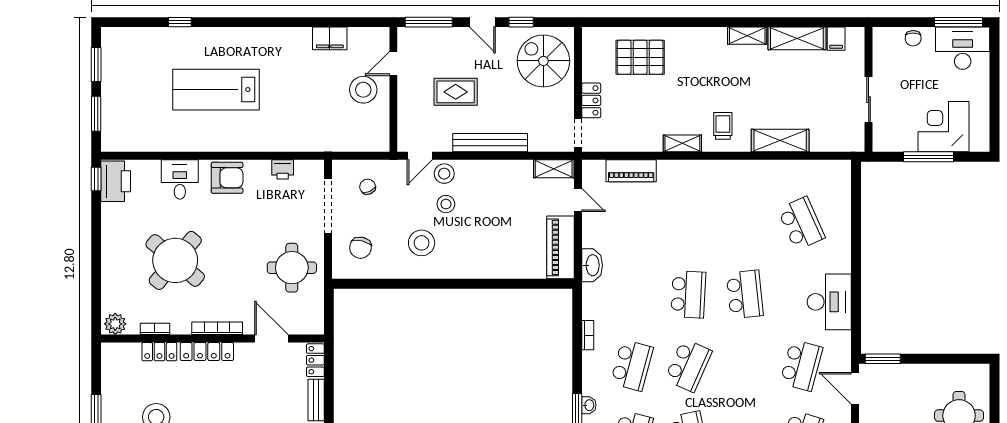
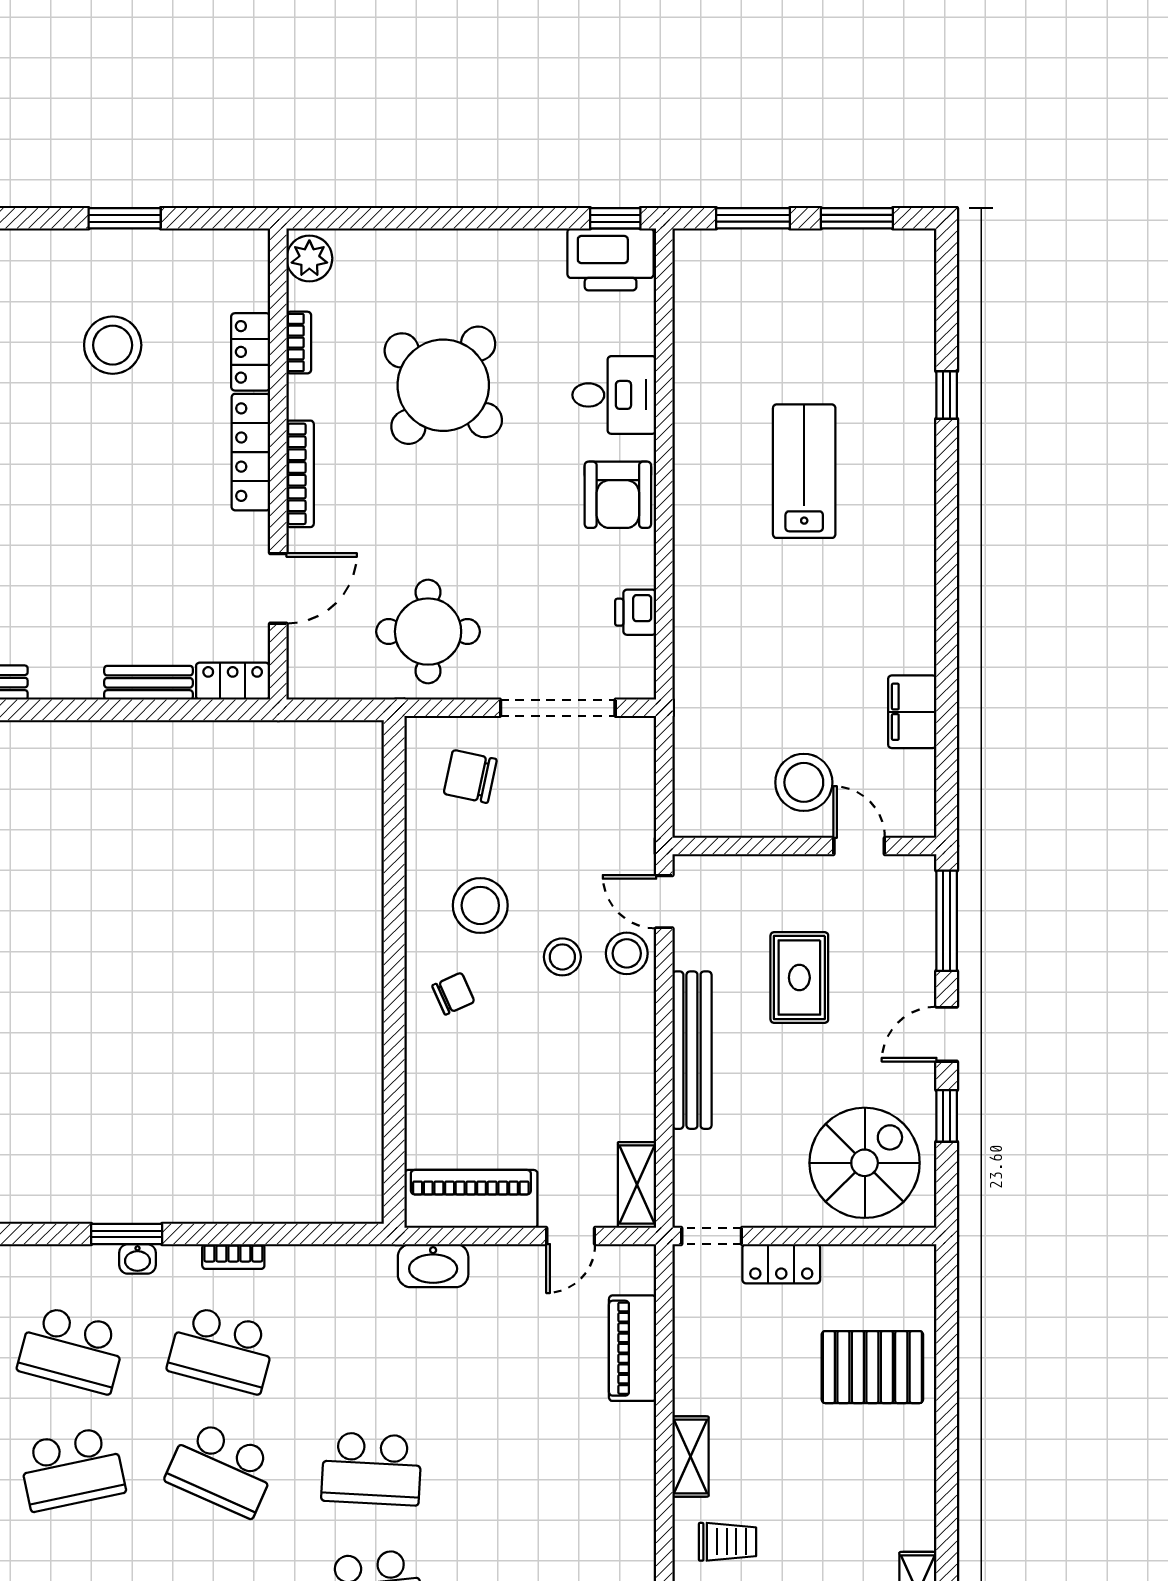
pallet: (640, 57) -> (872, 1367), turned 90
lab bench: (216, 90) -> (804, 471), width x0.73, depth x0.72
chair: (368, 187) -> (453, 994), moved
bookcase: (588, 335) -> (233, 1257), moved

